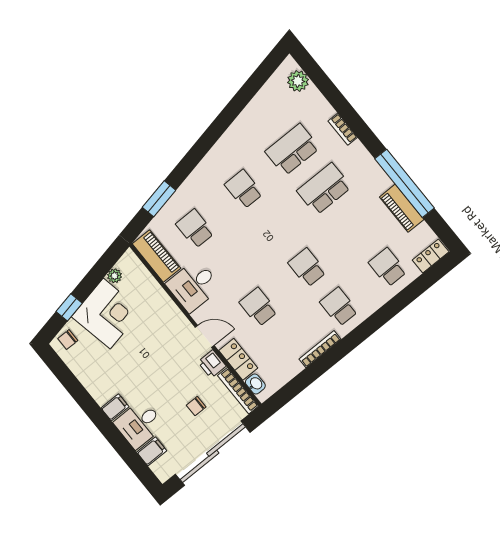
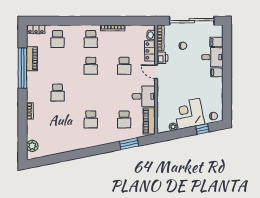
school desk: (292, 150) -> (57, 119), removed
school desk: (324, 189) -> (57, 93), width x0.54

